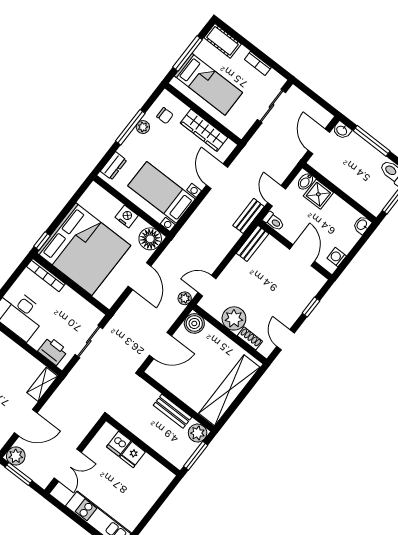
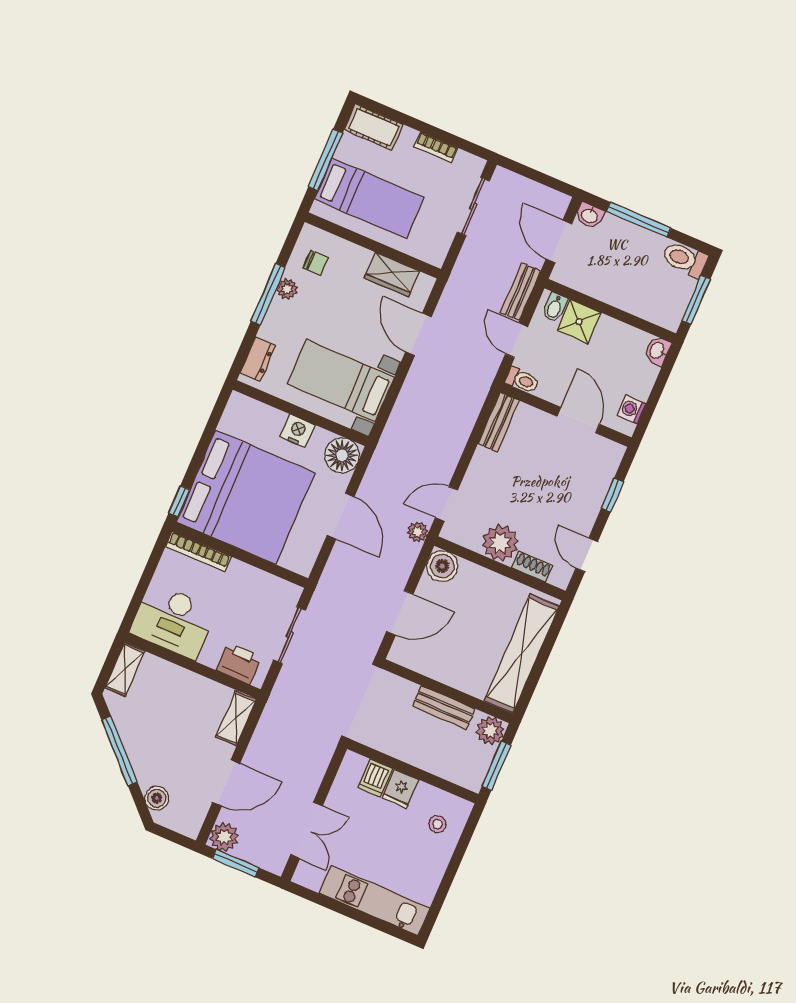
wardrobe: (204, 130) -> (392, 274), width x0.67
bench: (249, 216) -> (521, 292), moved
stool: (150, 482) -> (437, 824), added

